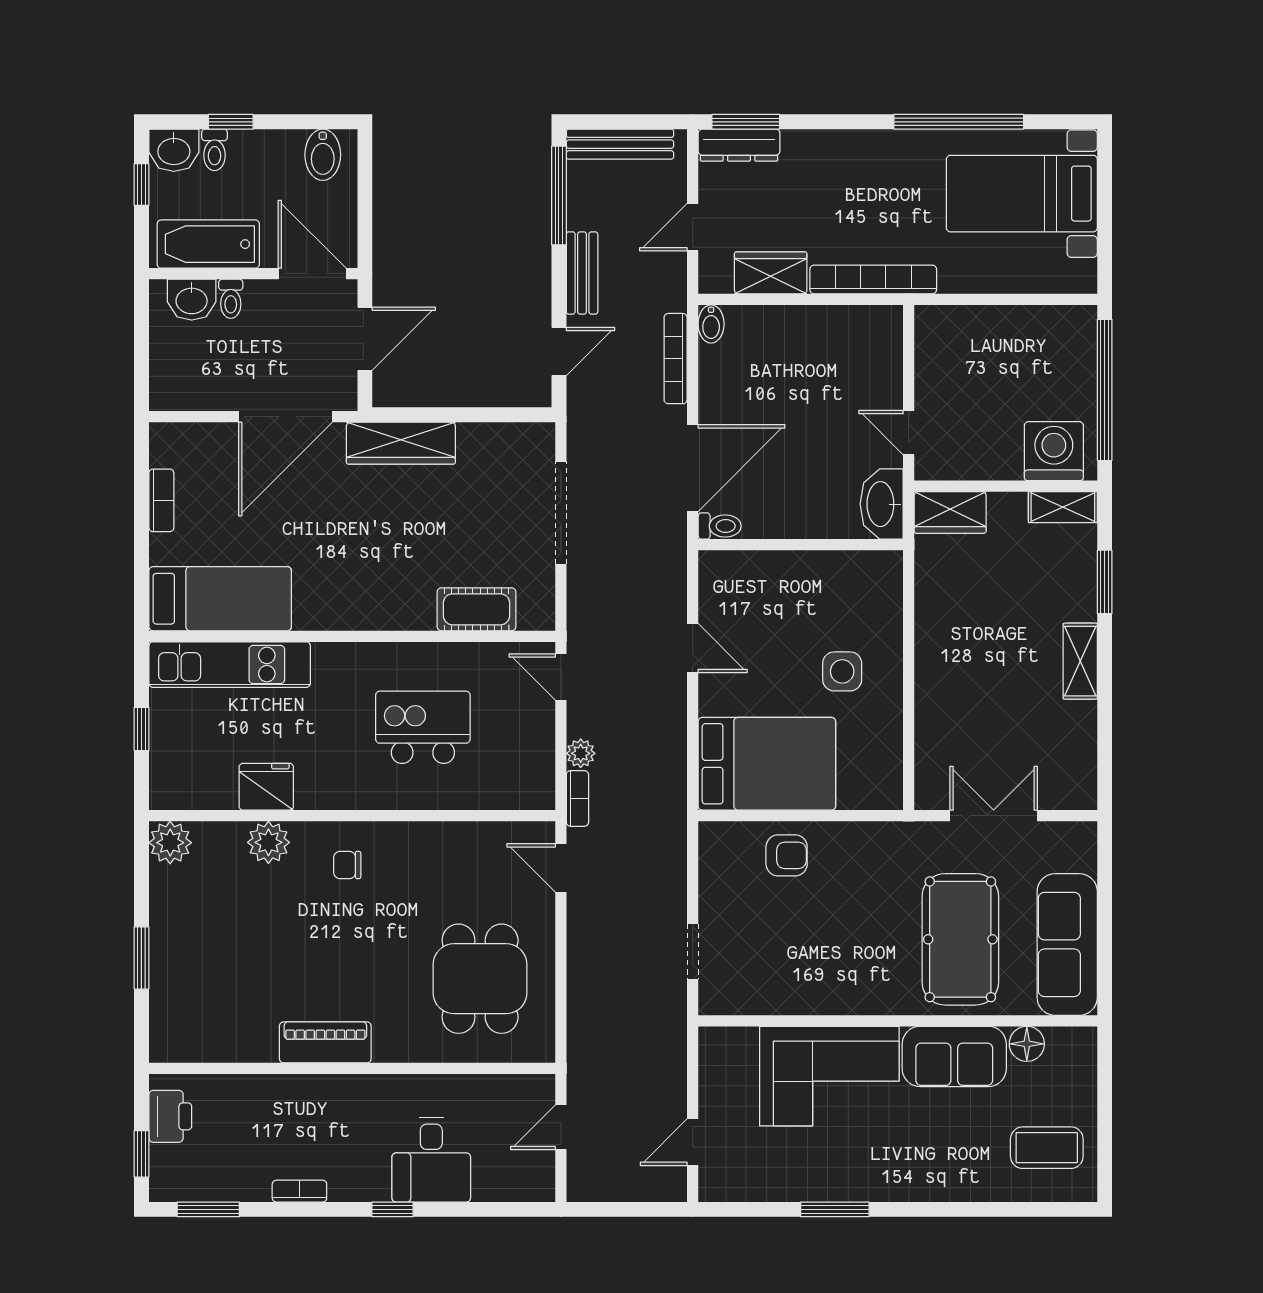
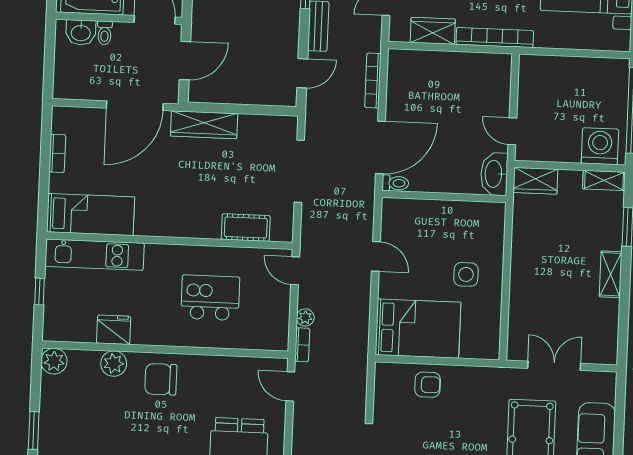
bidet: (711, 324) -> (395, 60), removed
chair: (347, 865) -> (161, 379), width x1.87, depth x1.87

